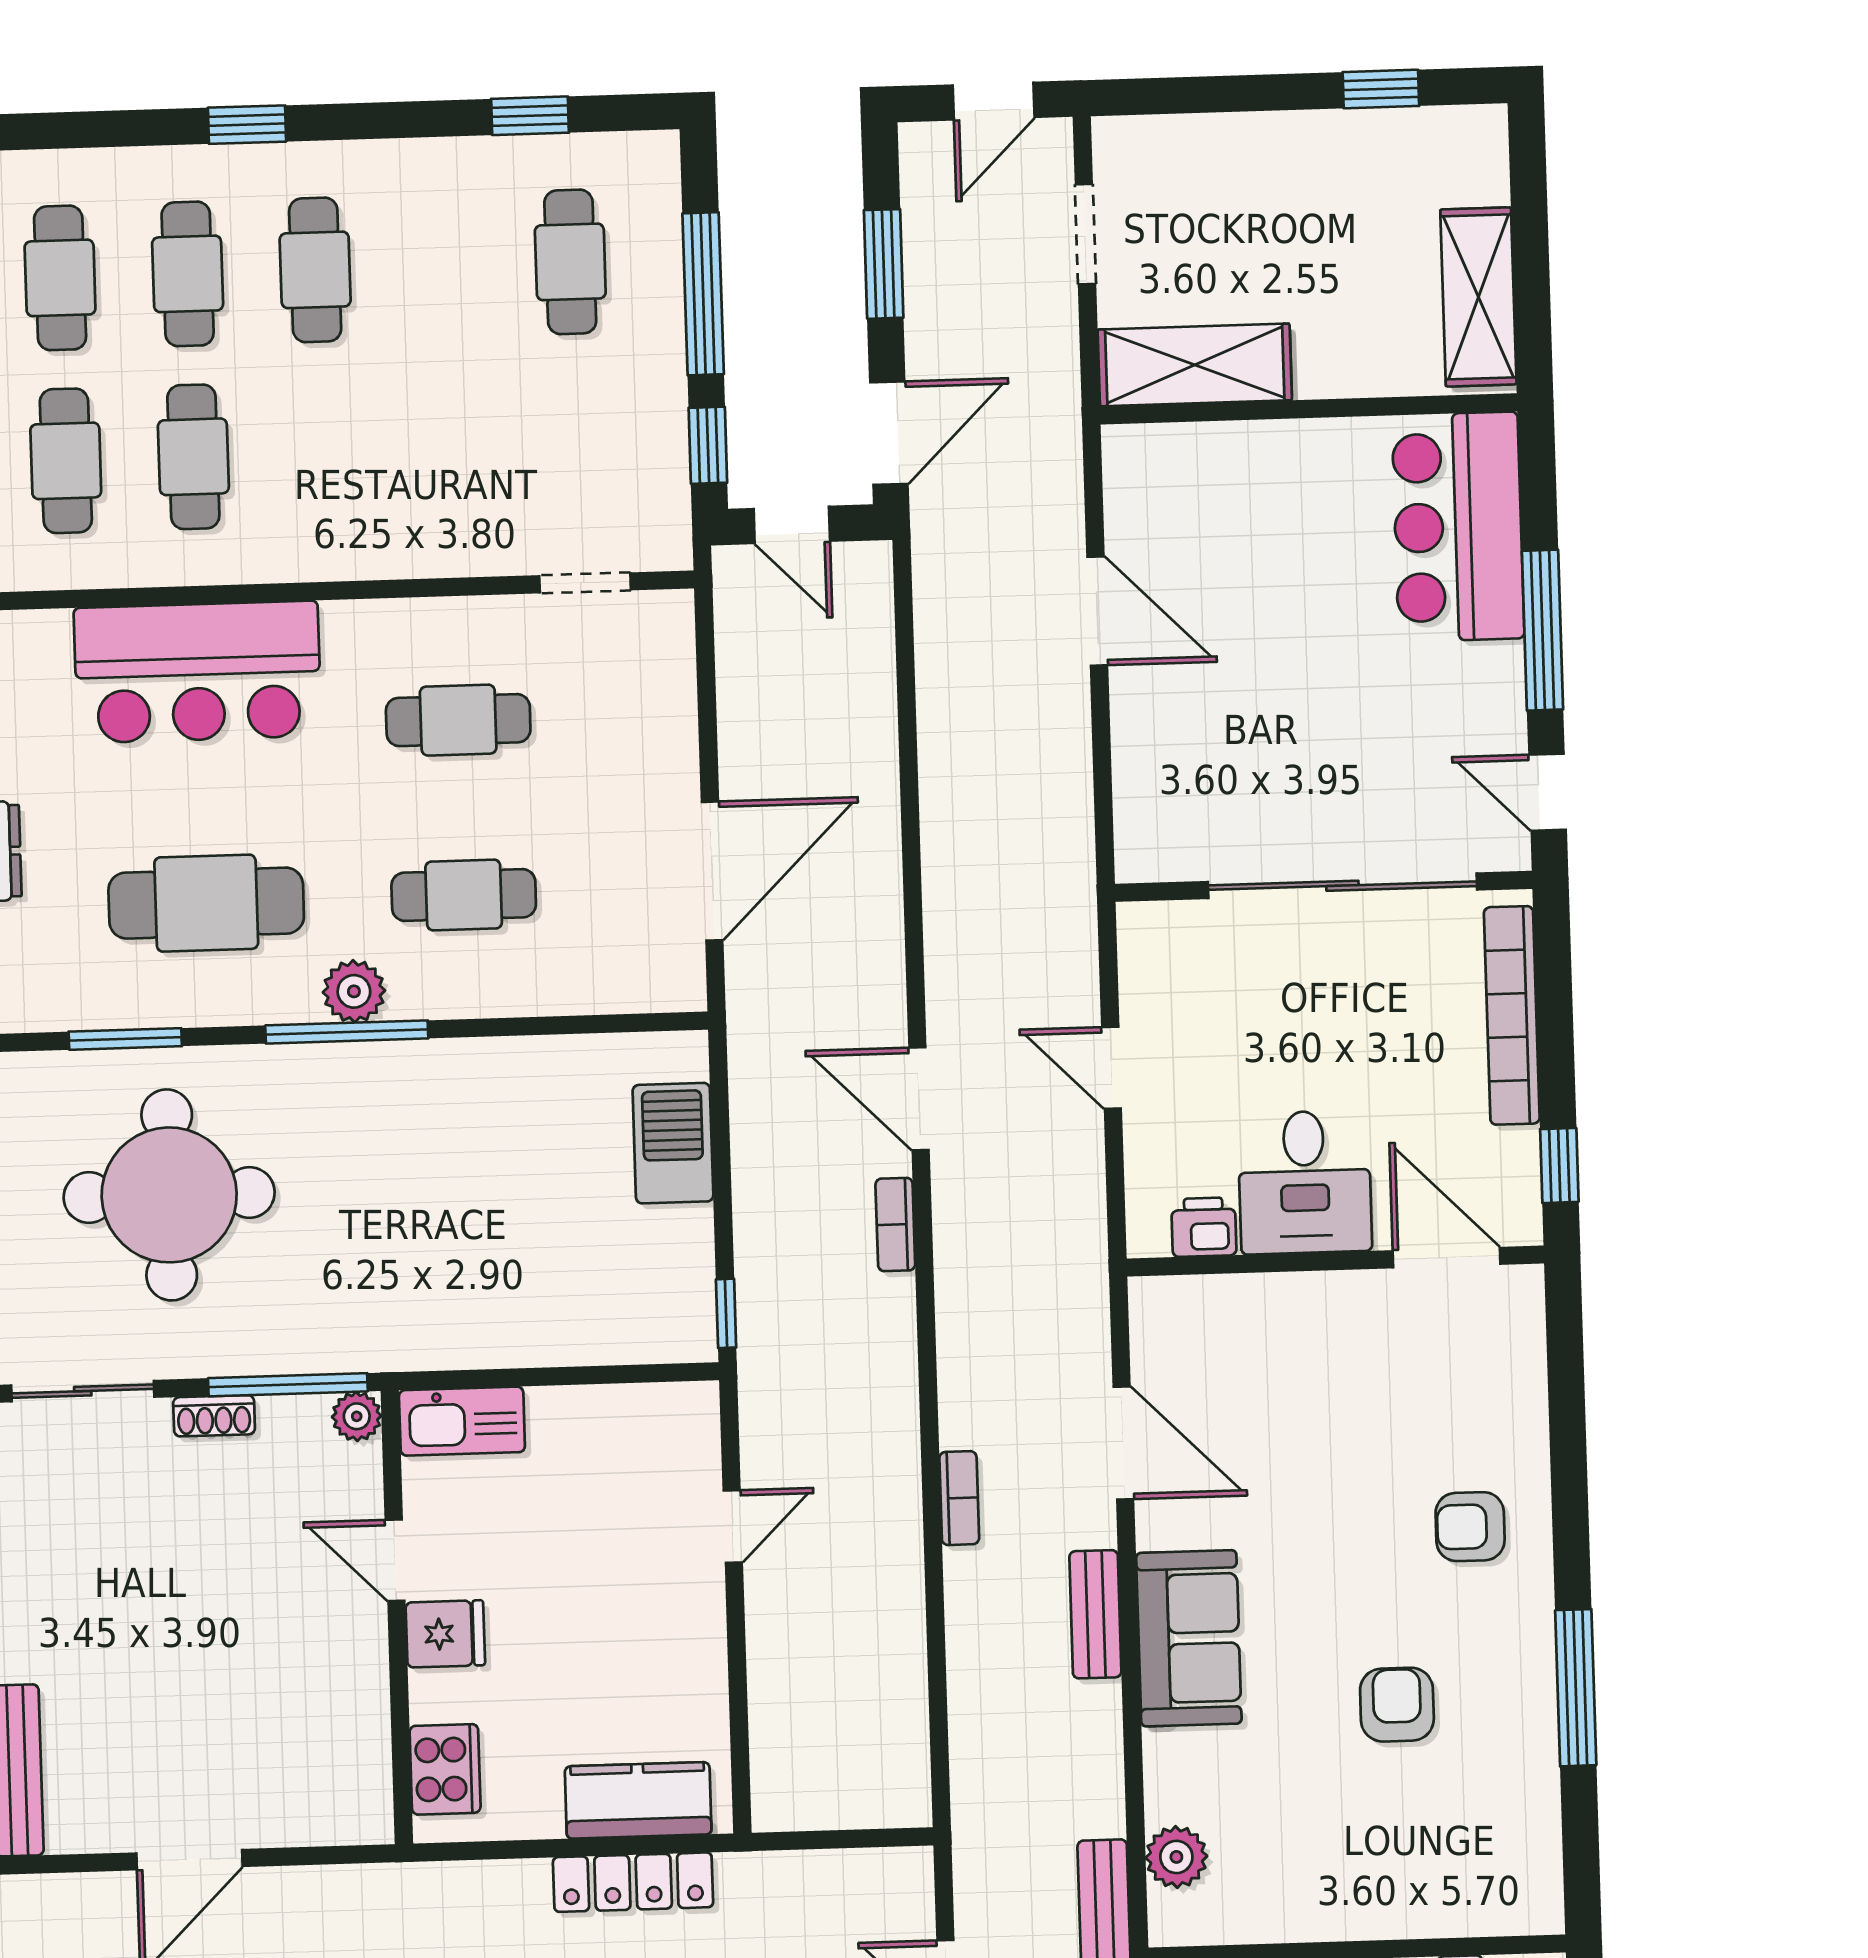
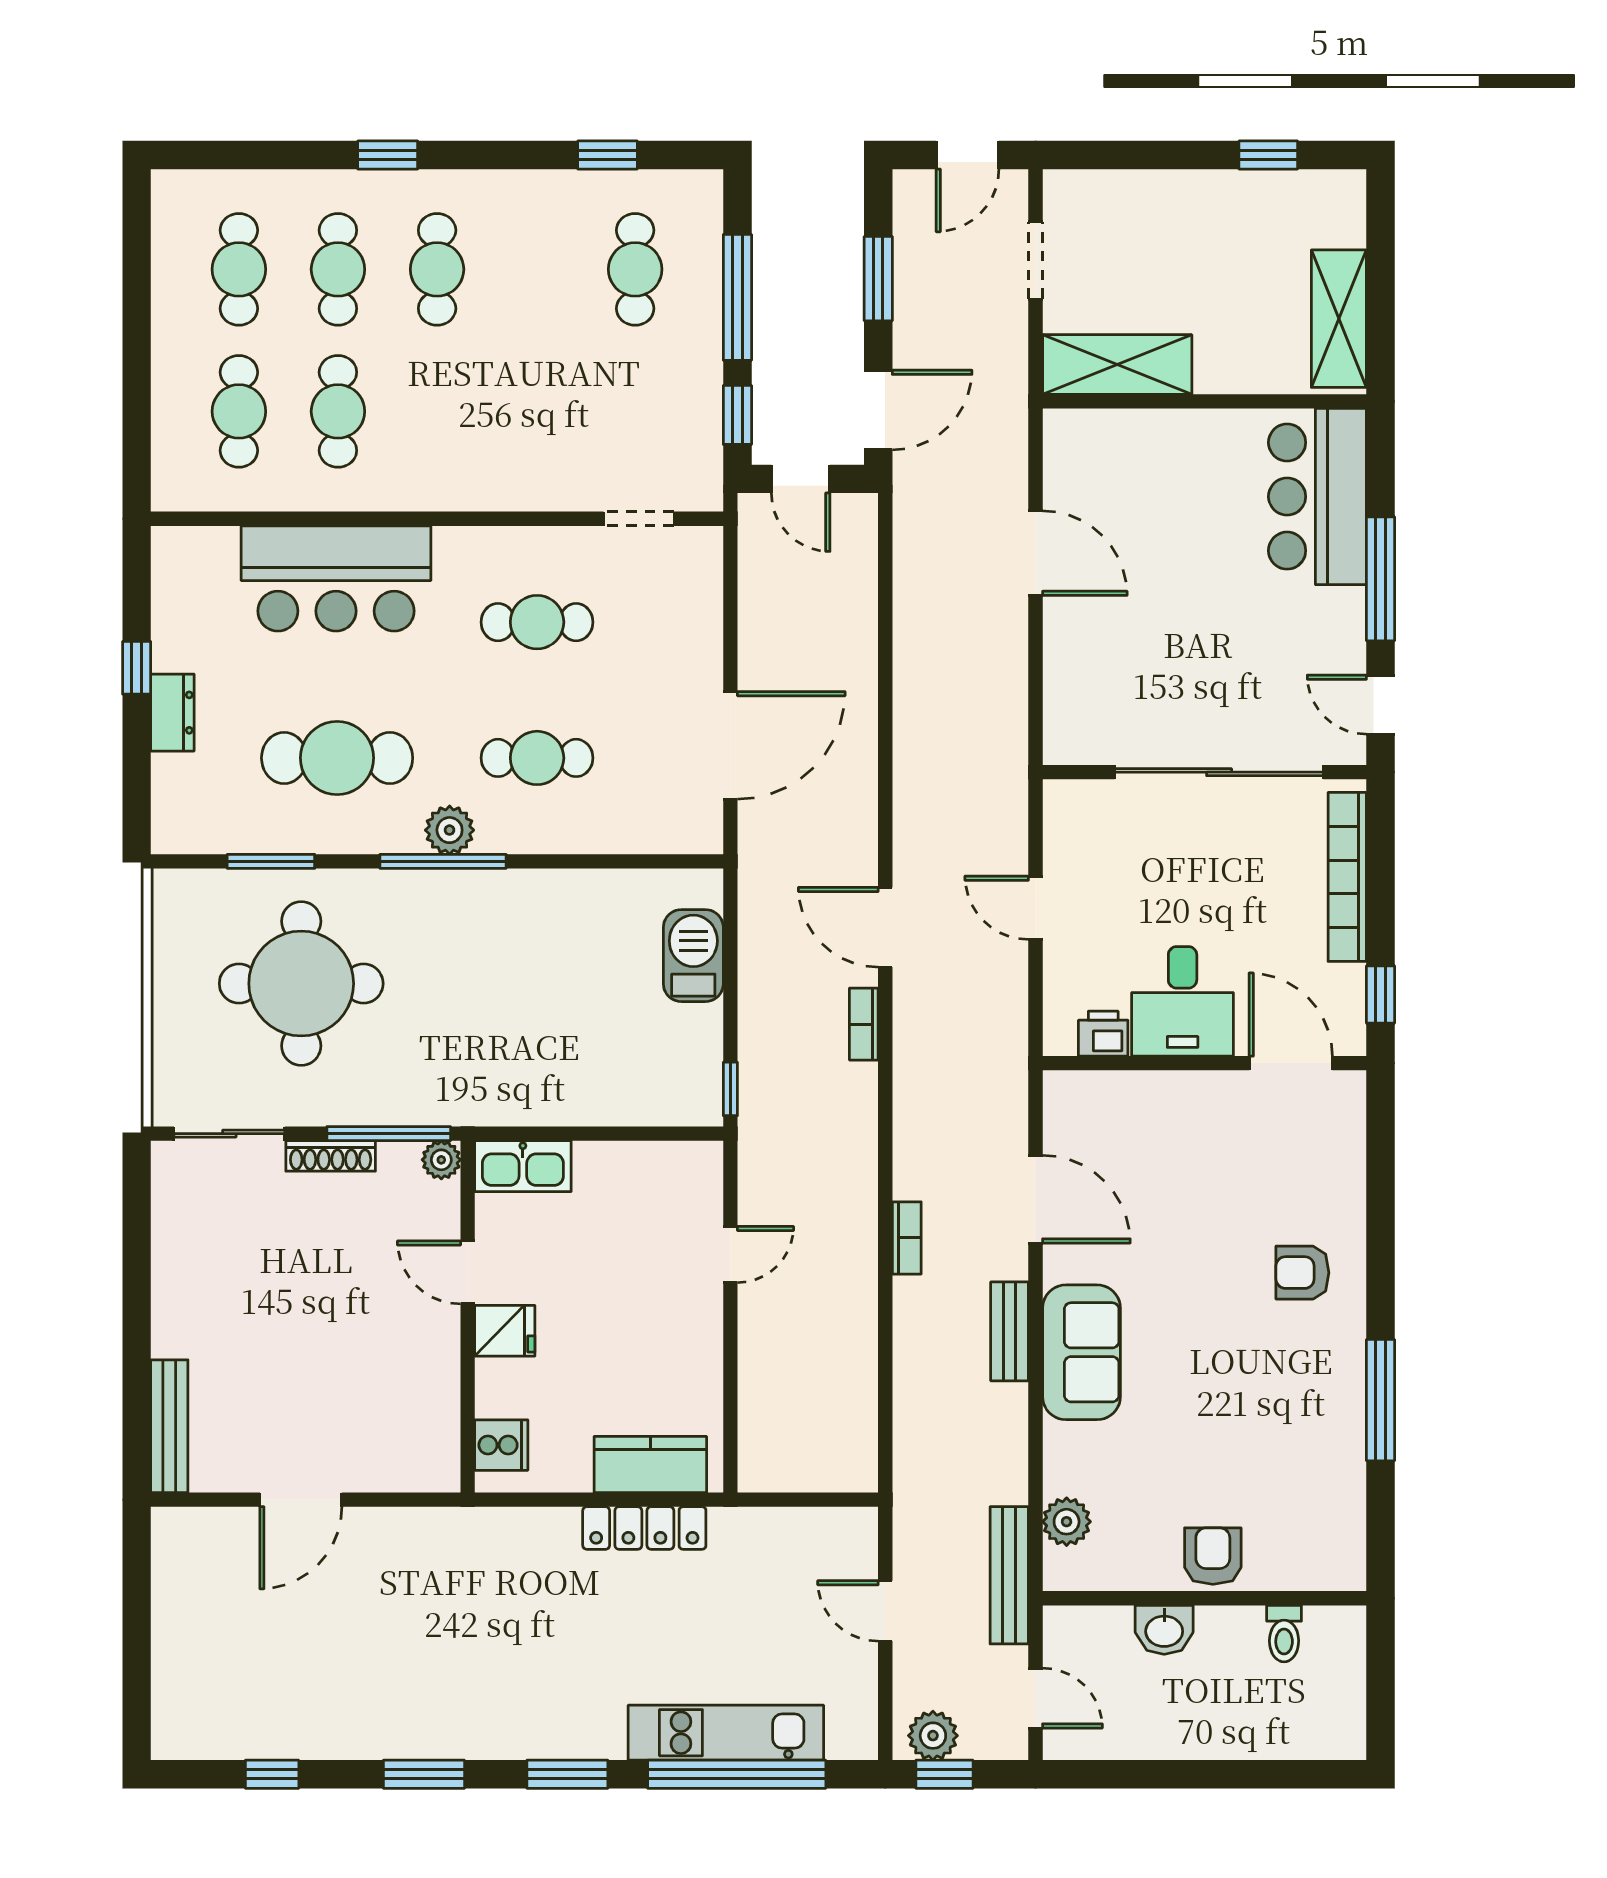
shoe rack: (214, 1416) -> (331, 1156), width x1.43
armchair: (1397, 1705) -> (1213, 1556), moved
cooker: (445, 1769) -> (501, 1445), width x0.73

